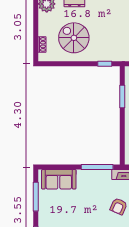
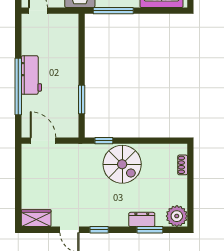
spiral stairs: (74, 38) -> (122, 164), moved

